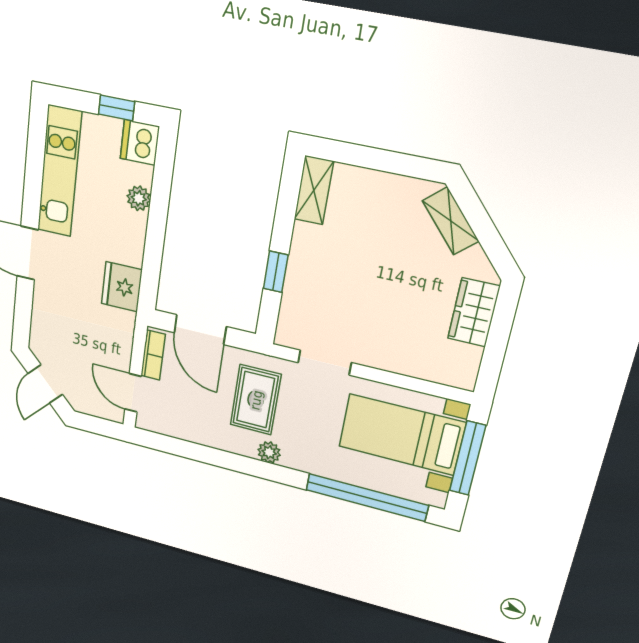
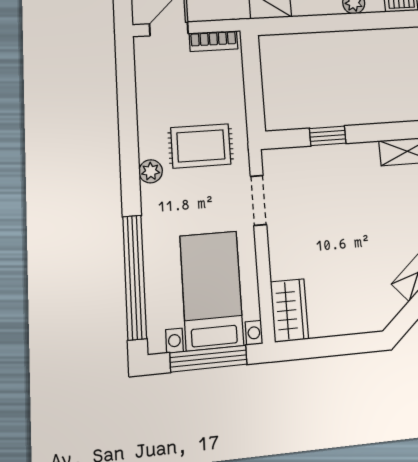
wardrobe: (474, 312) -> (289, 310), moved, turned 90
door: (200, 330) -> (253, 80), removed

